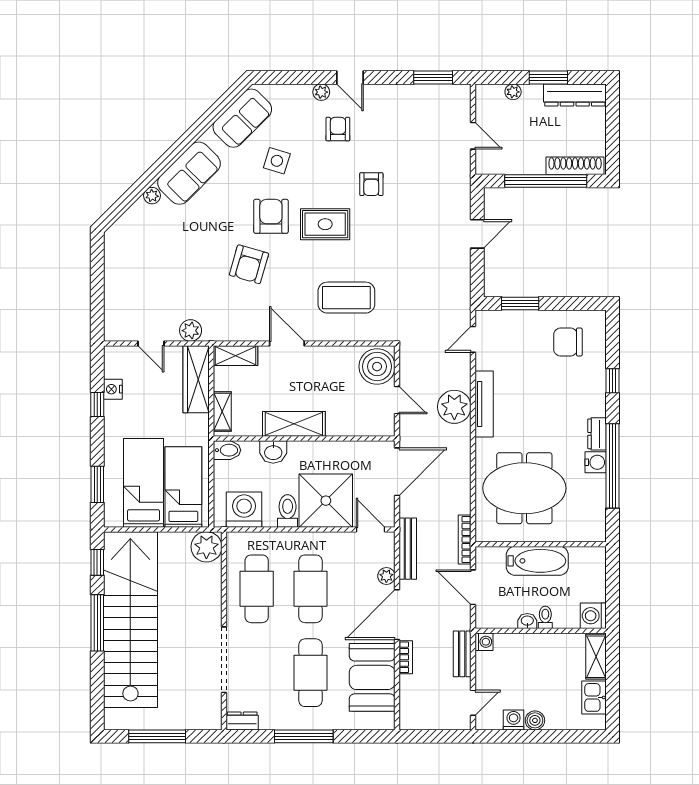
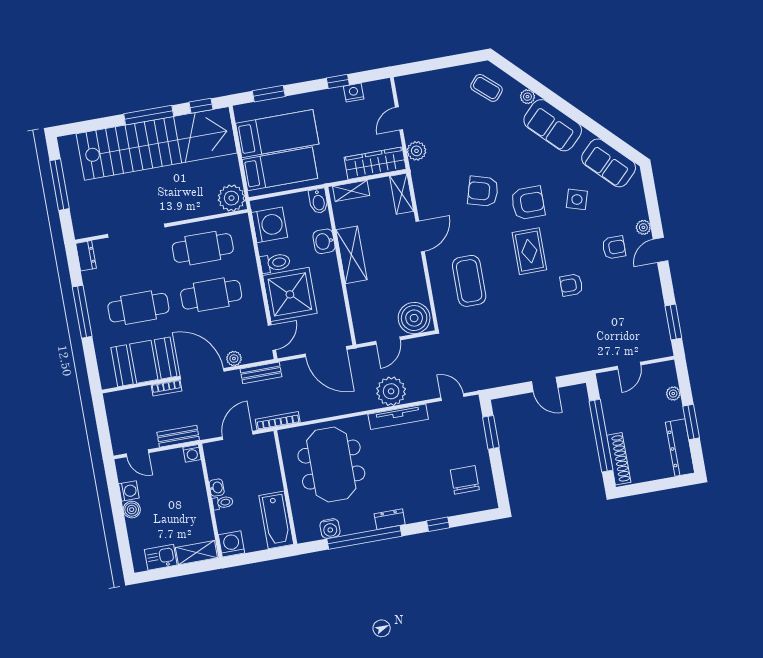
coffee table: (134, 240) -> (486, 88), added
water cooler: (596, 462) -> (330, 529), moved
bench: (408, 549) -> (261, 373), width x0.73
bathtub: (537, 561) -> (276, 520), moved

